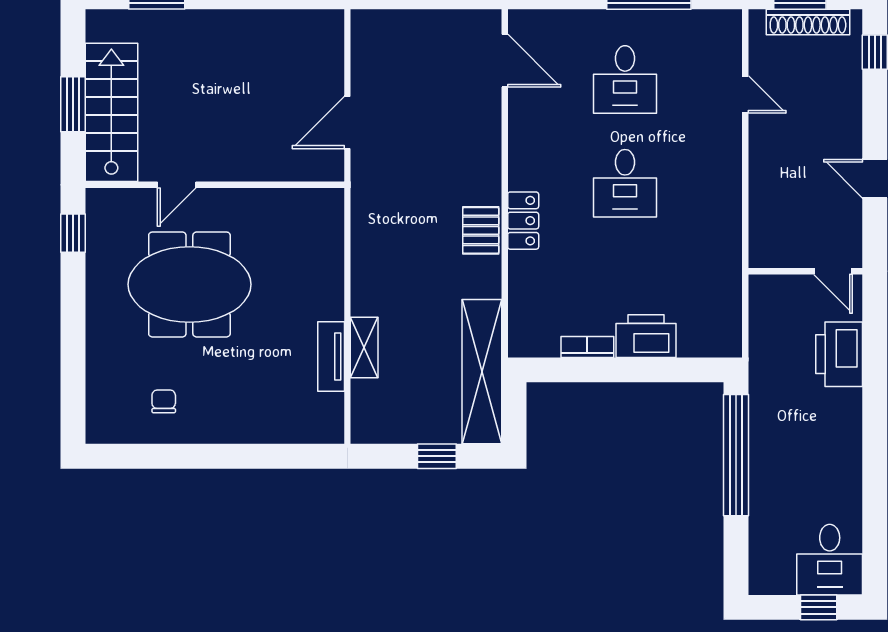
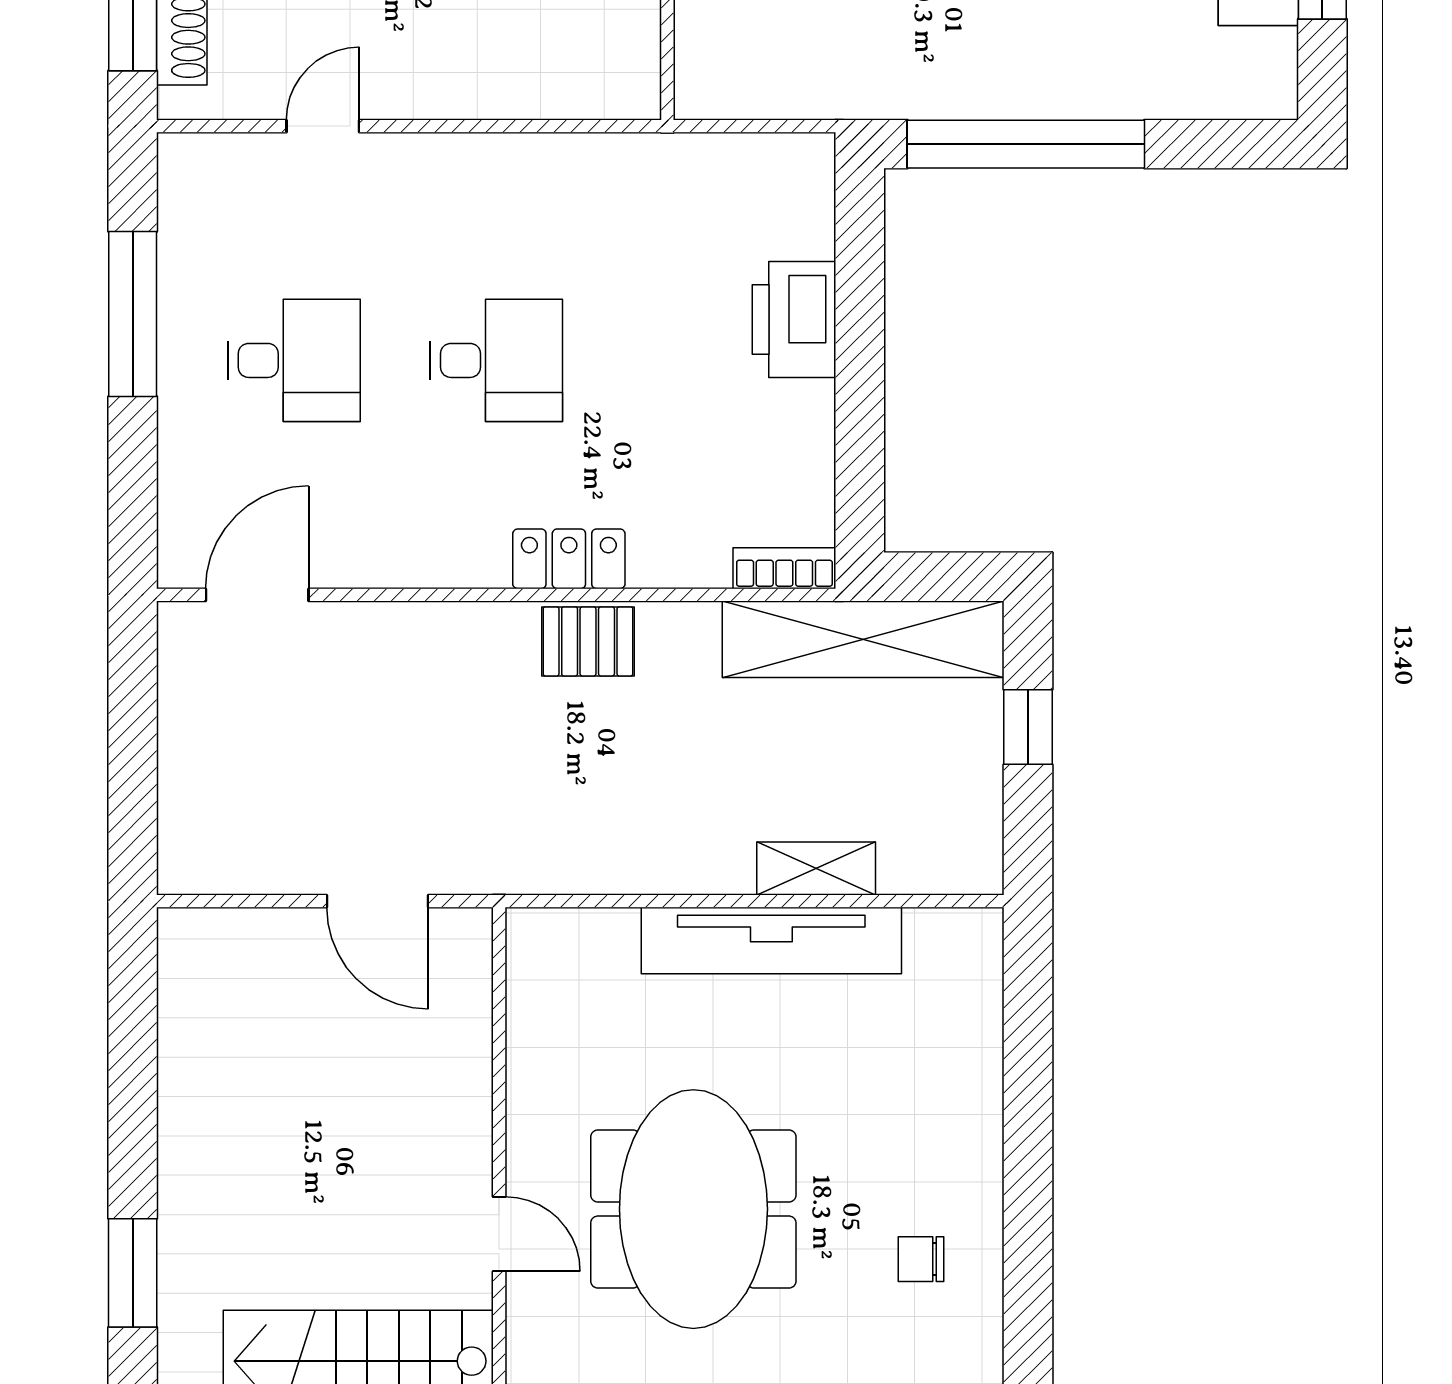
bookcase: (587, 347) -> (784, 568), moved, turned 90
tv unit: (331, 356) -> (771, 941), width x1.92, depth x1.29

